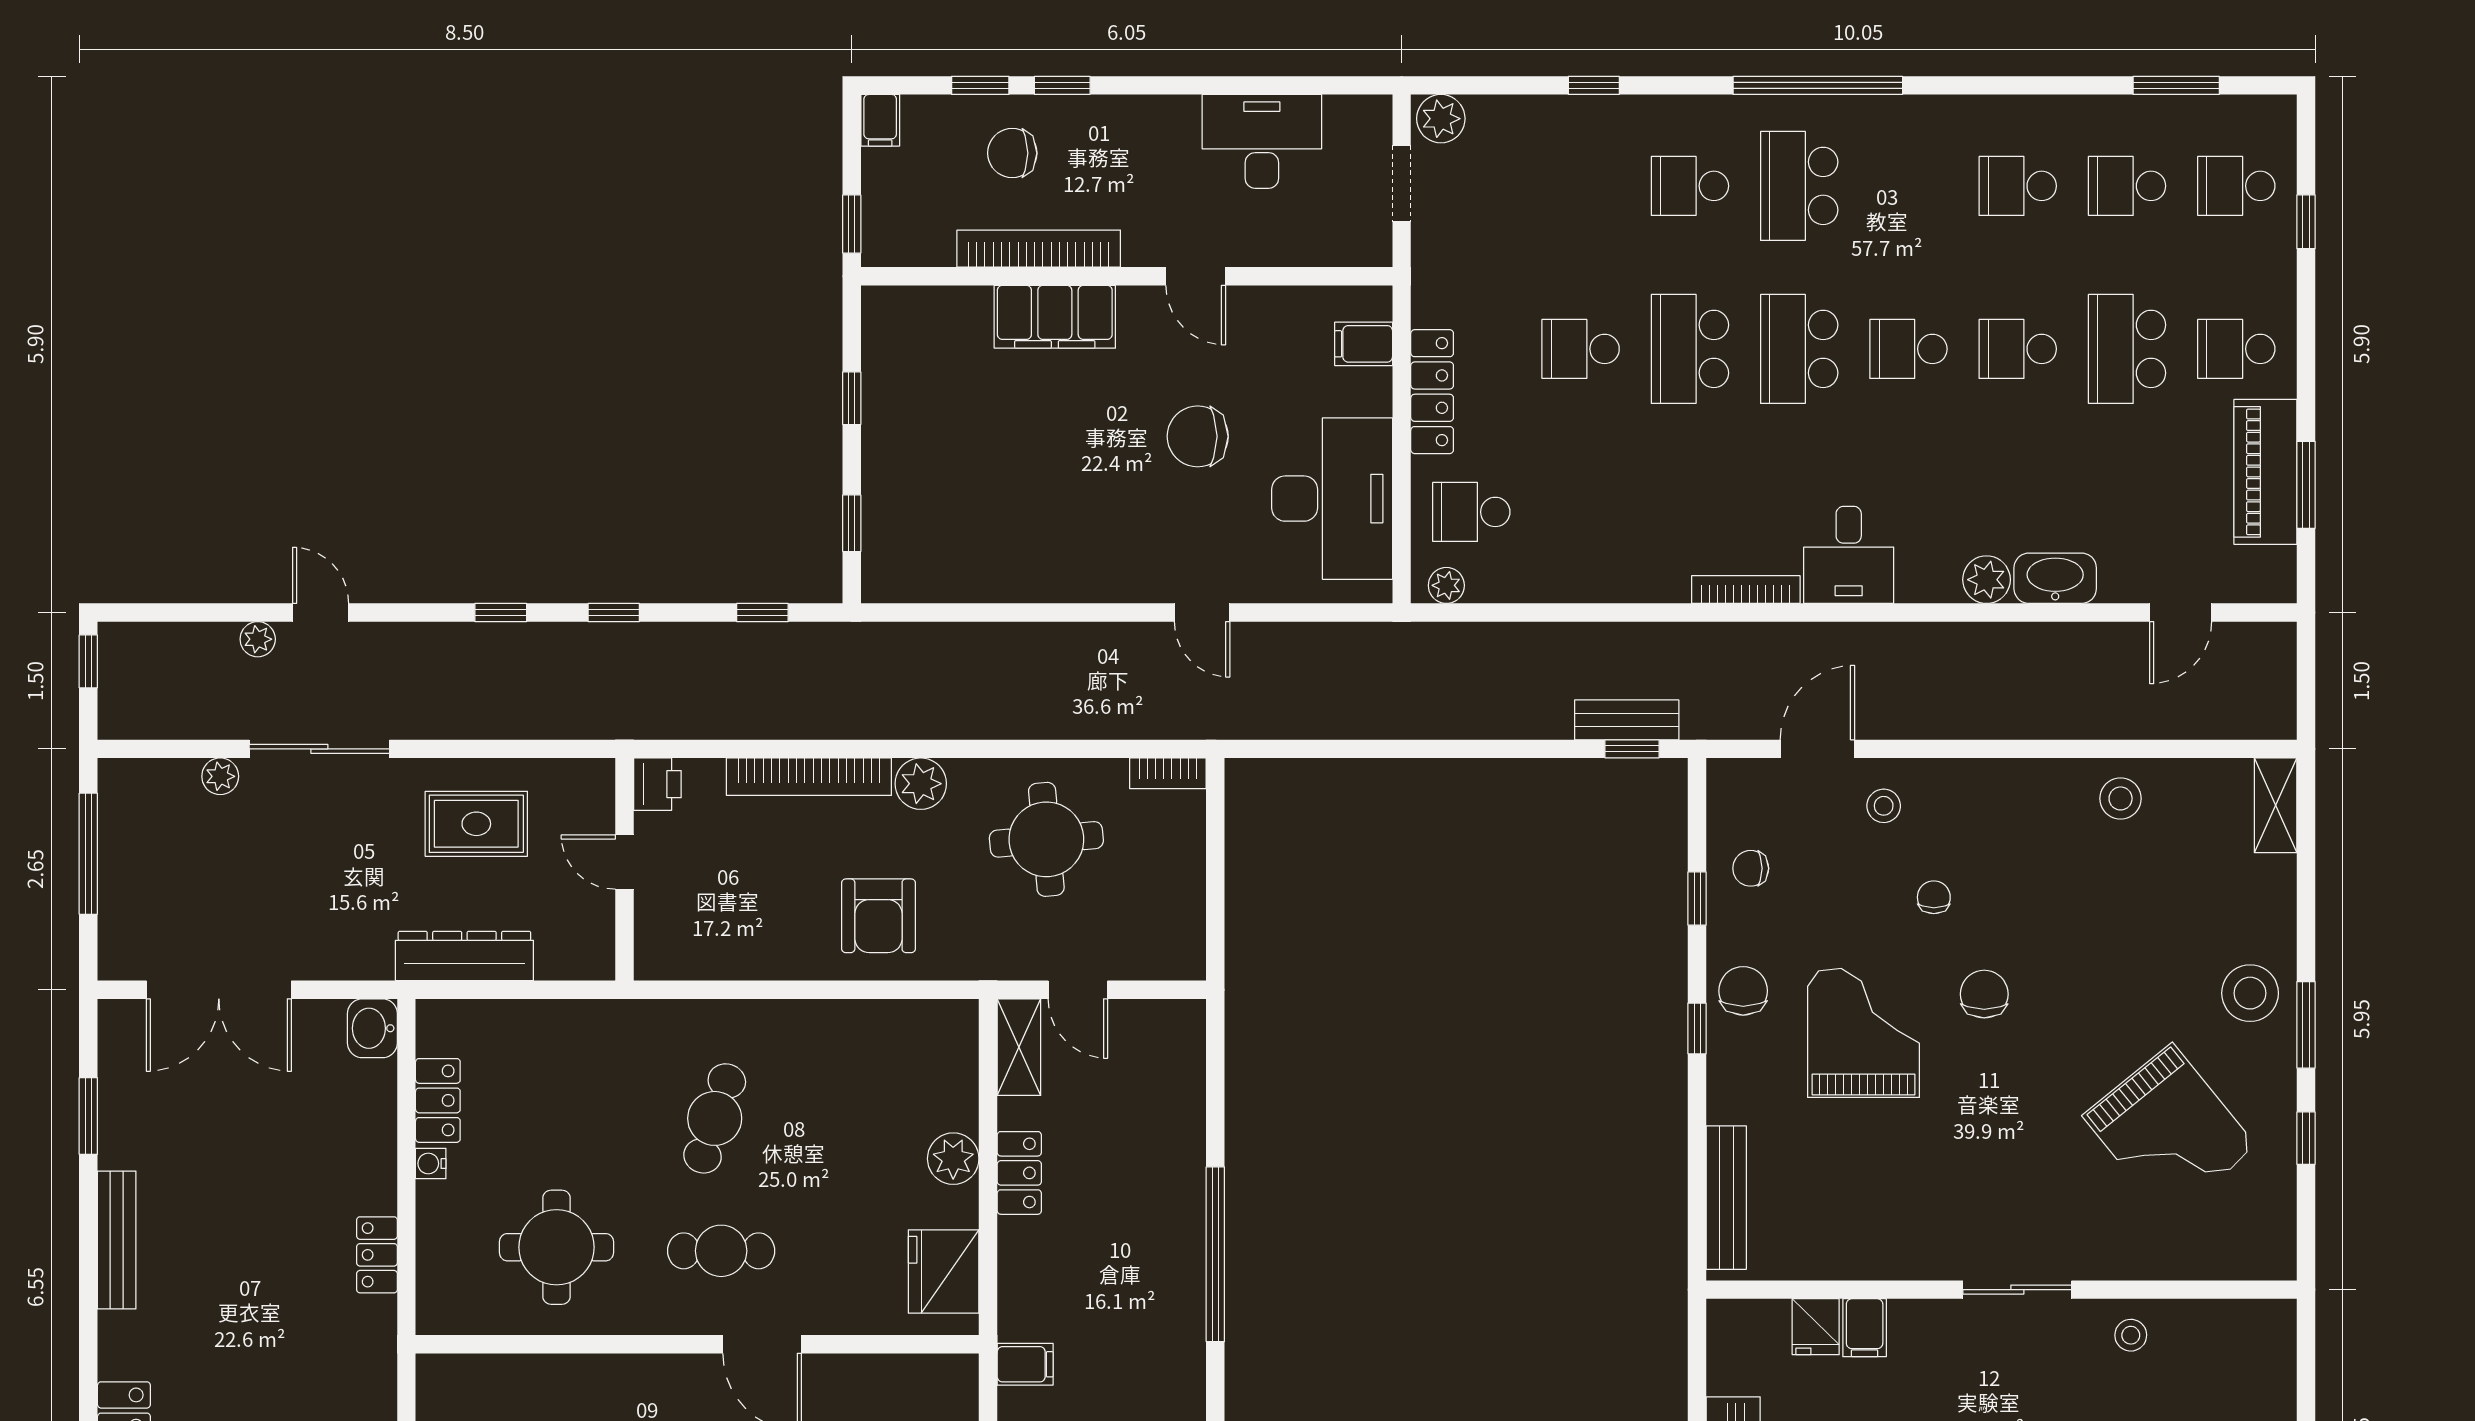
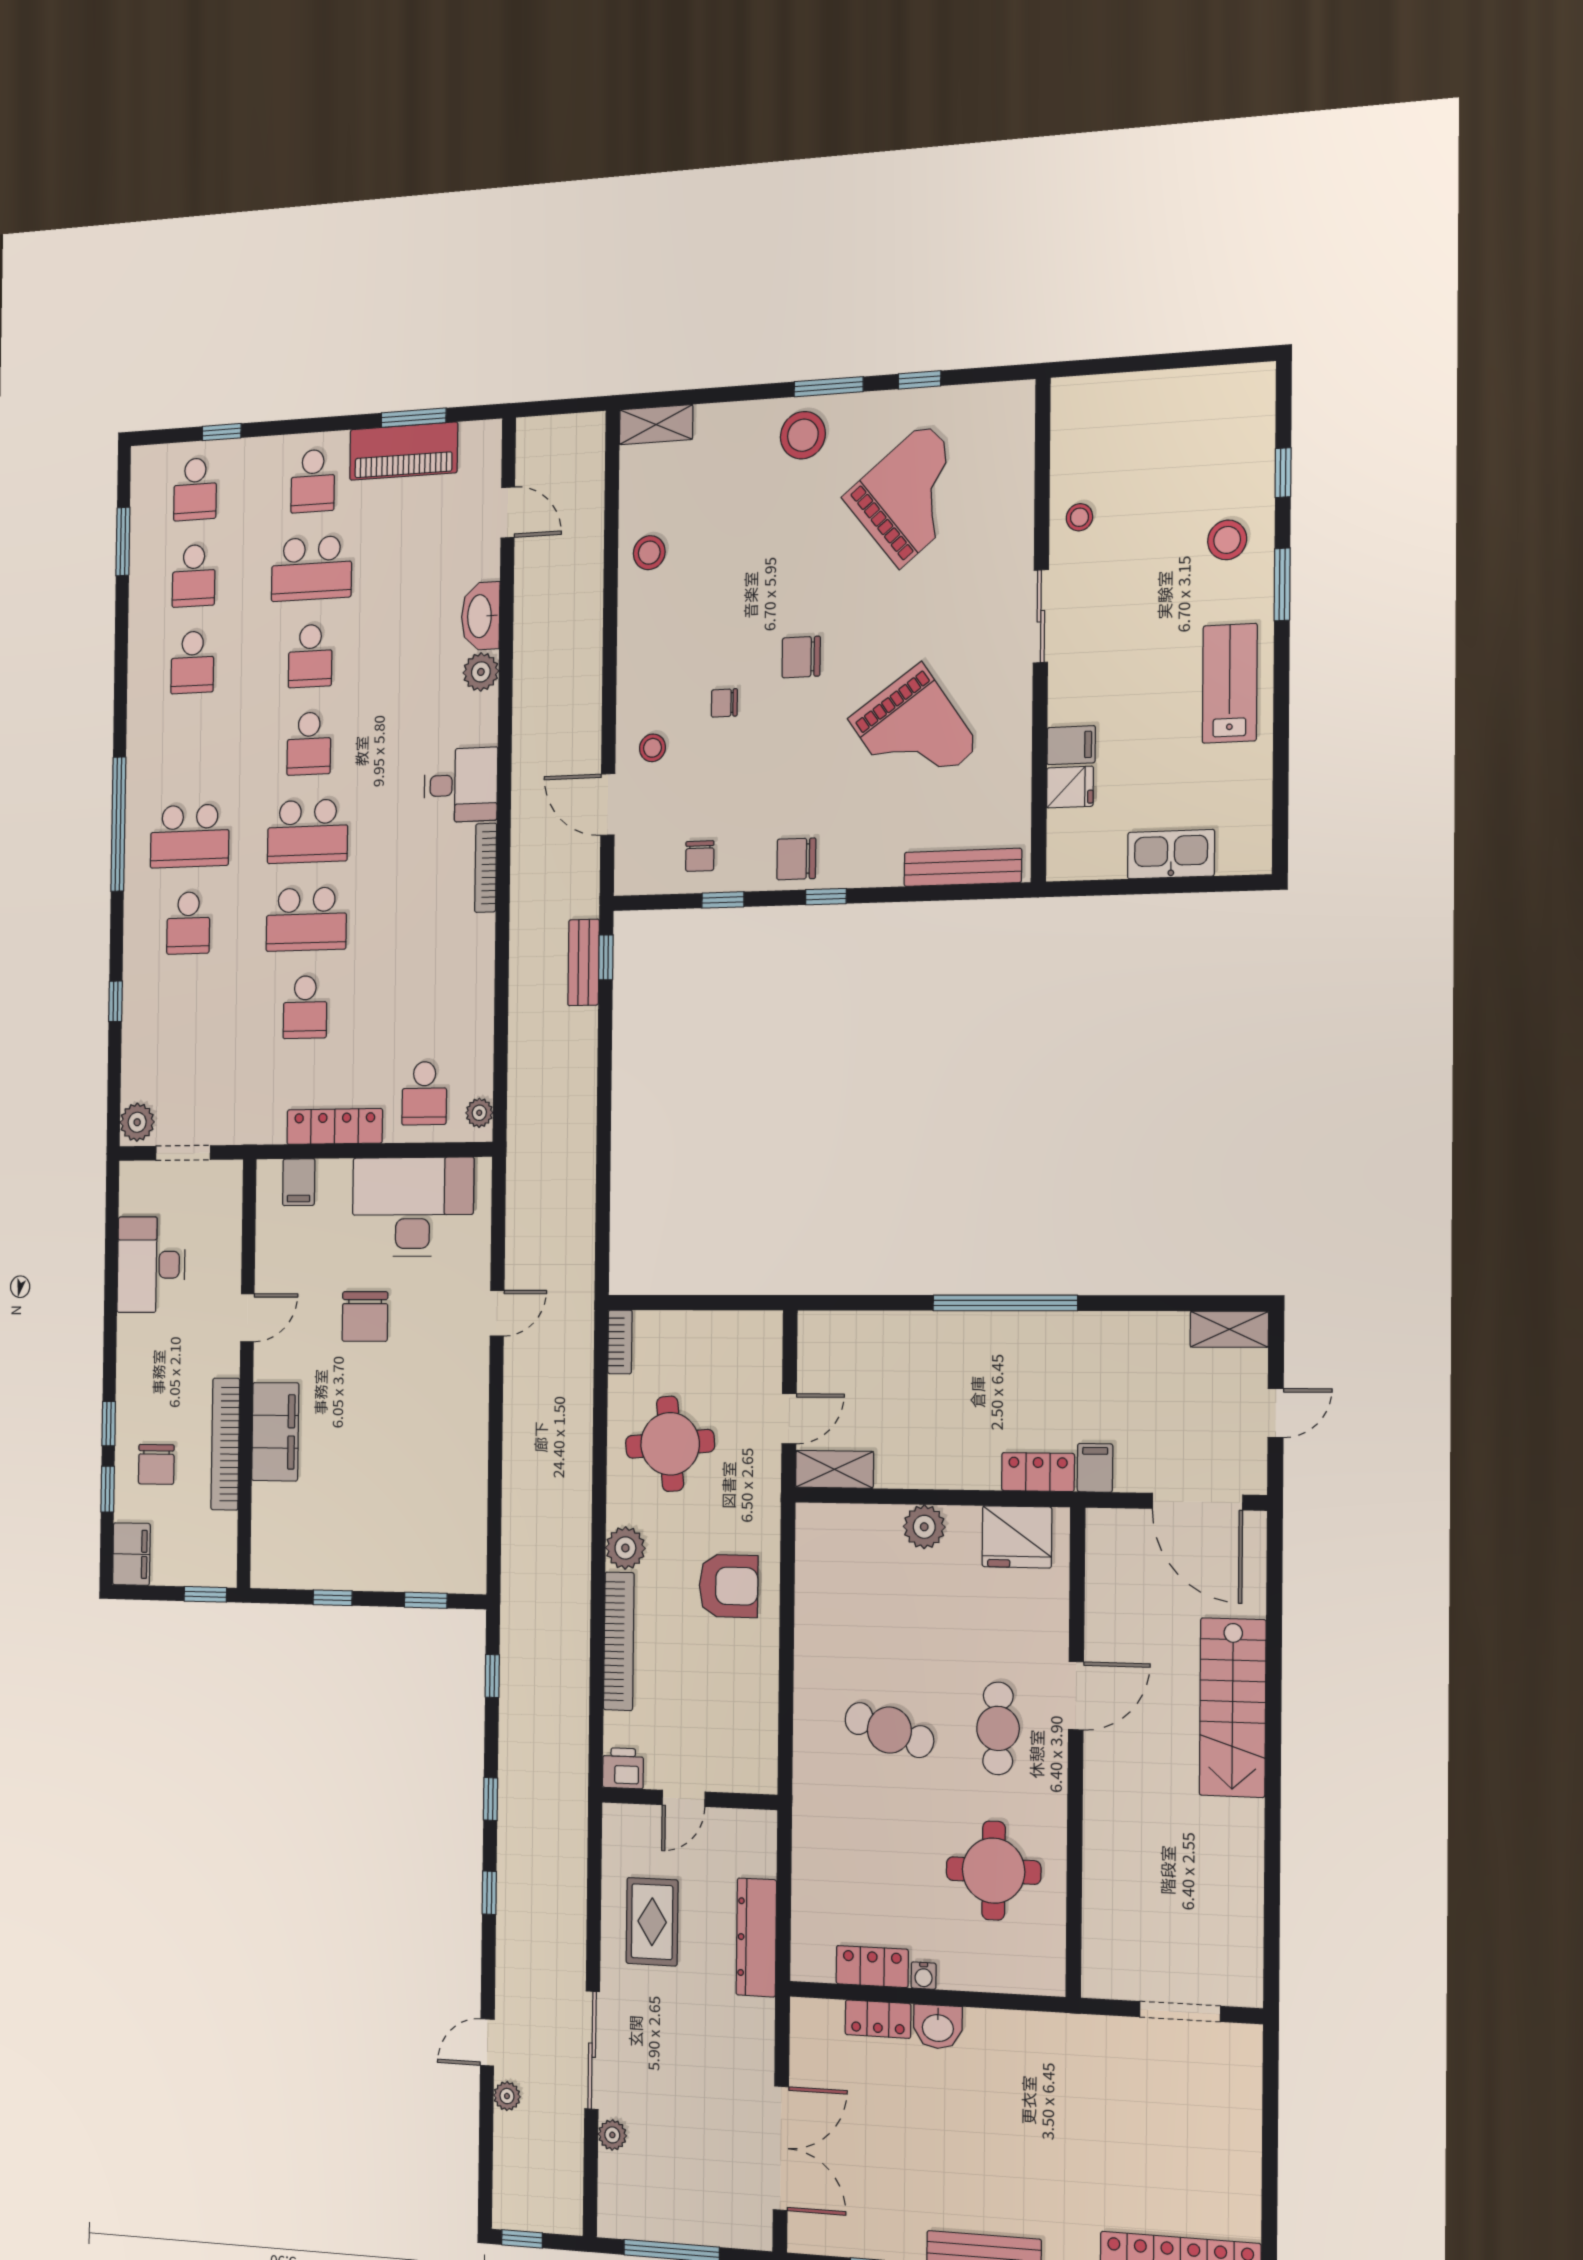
filing cabinet: (880, 120) -> (131, 1554), width x2.00
washbasin: (372, 1028) -> (938, 2027), moved
grand piano: (1863, 1033) -> (914, 733), moved, turned -125
locker: (1019, 1173) -> (1038, 1472), moved
locker: (377, 1255) -> (878, 2019), moved

